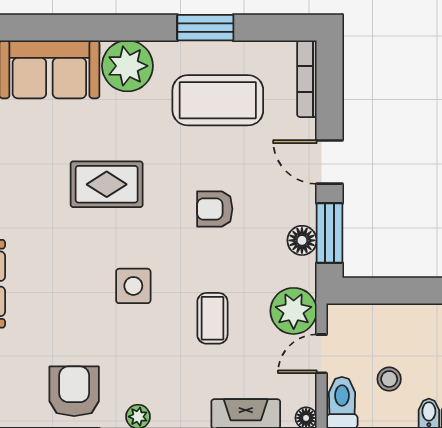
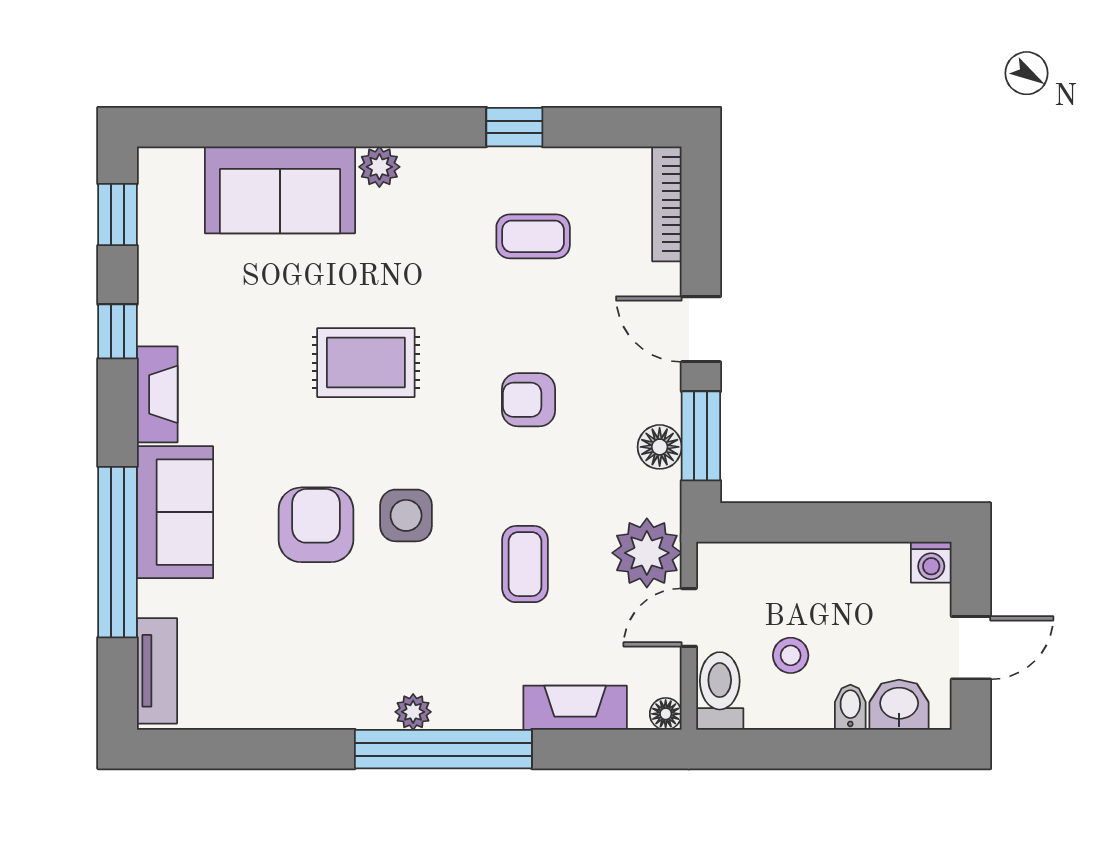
window: (205, 28) -> (514, 127), width x0.67
plant: (127, 66) -> (379, 167), width x0.53, depth x0.53
coffee table: (218, 100) -> (533, 236), width x0.54, depth x0.58
armchair: (74, 391) -> (316, 525), moved

